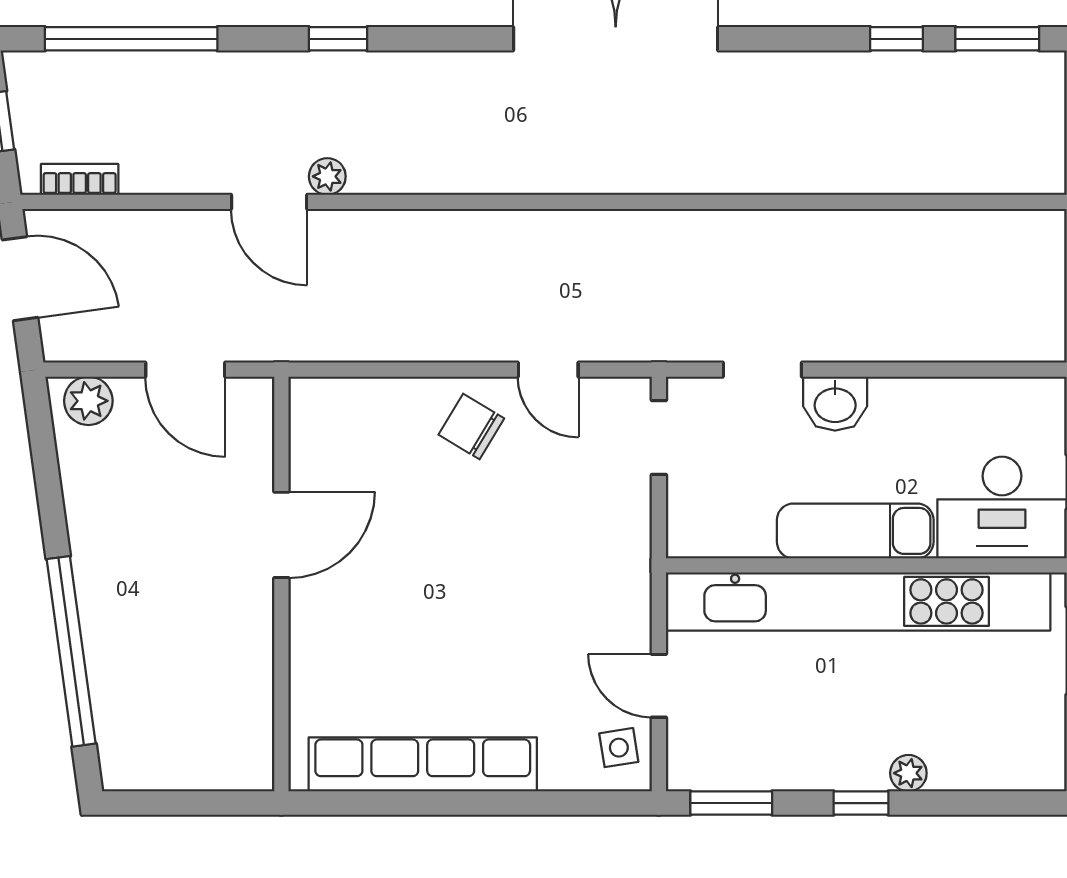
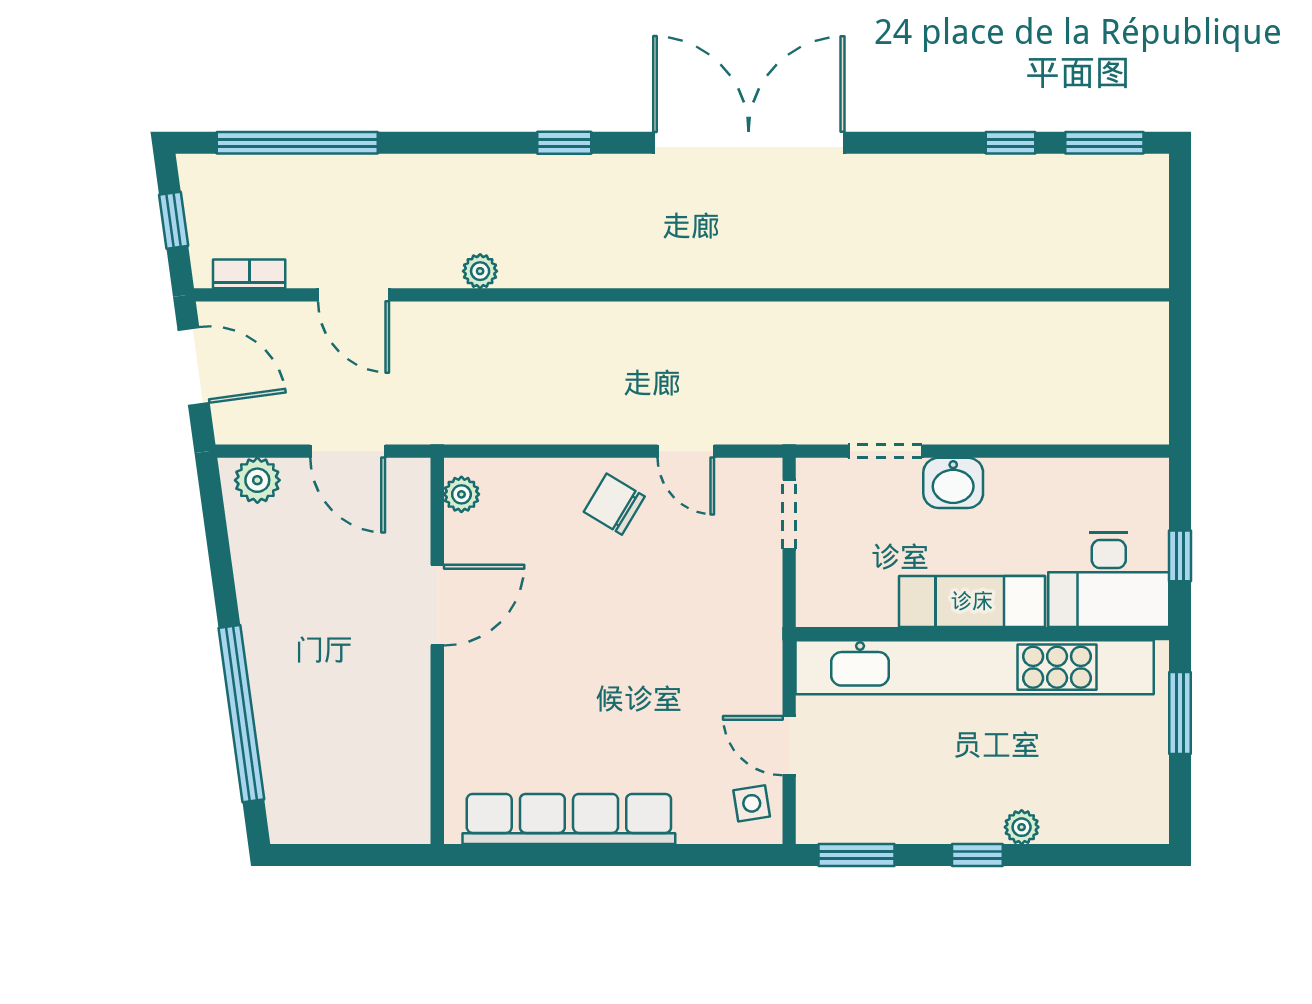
window: (338, 39) -> (564, 143), moved
door: (269, 202) -> (354, 295), moved
plant: (307, 416) -> (461, 494), added

